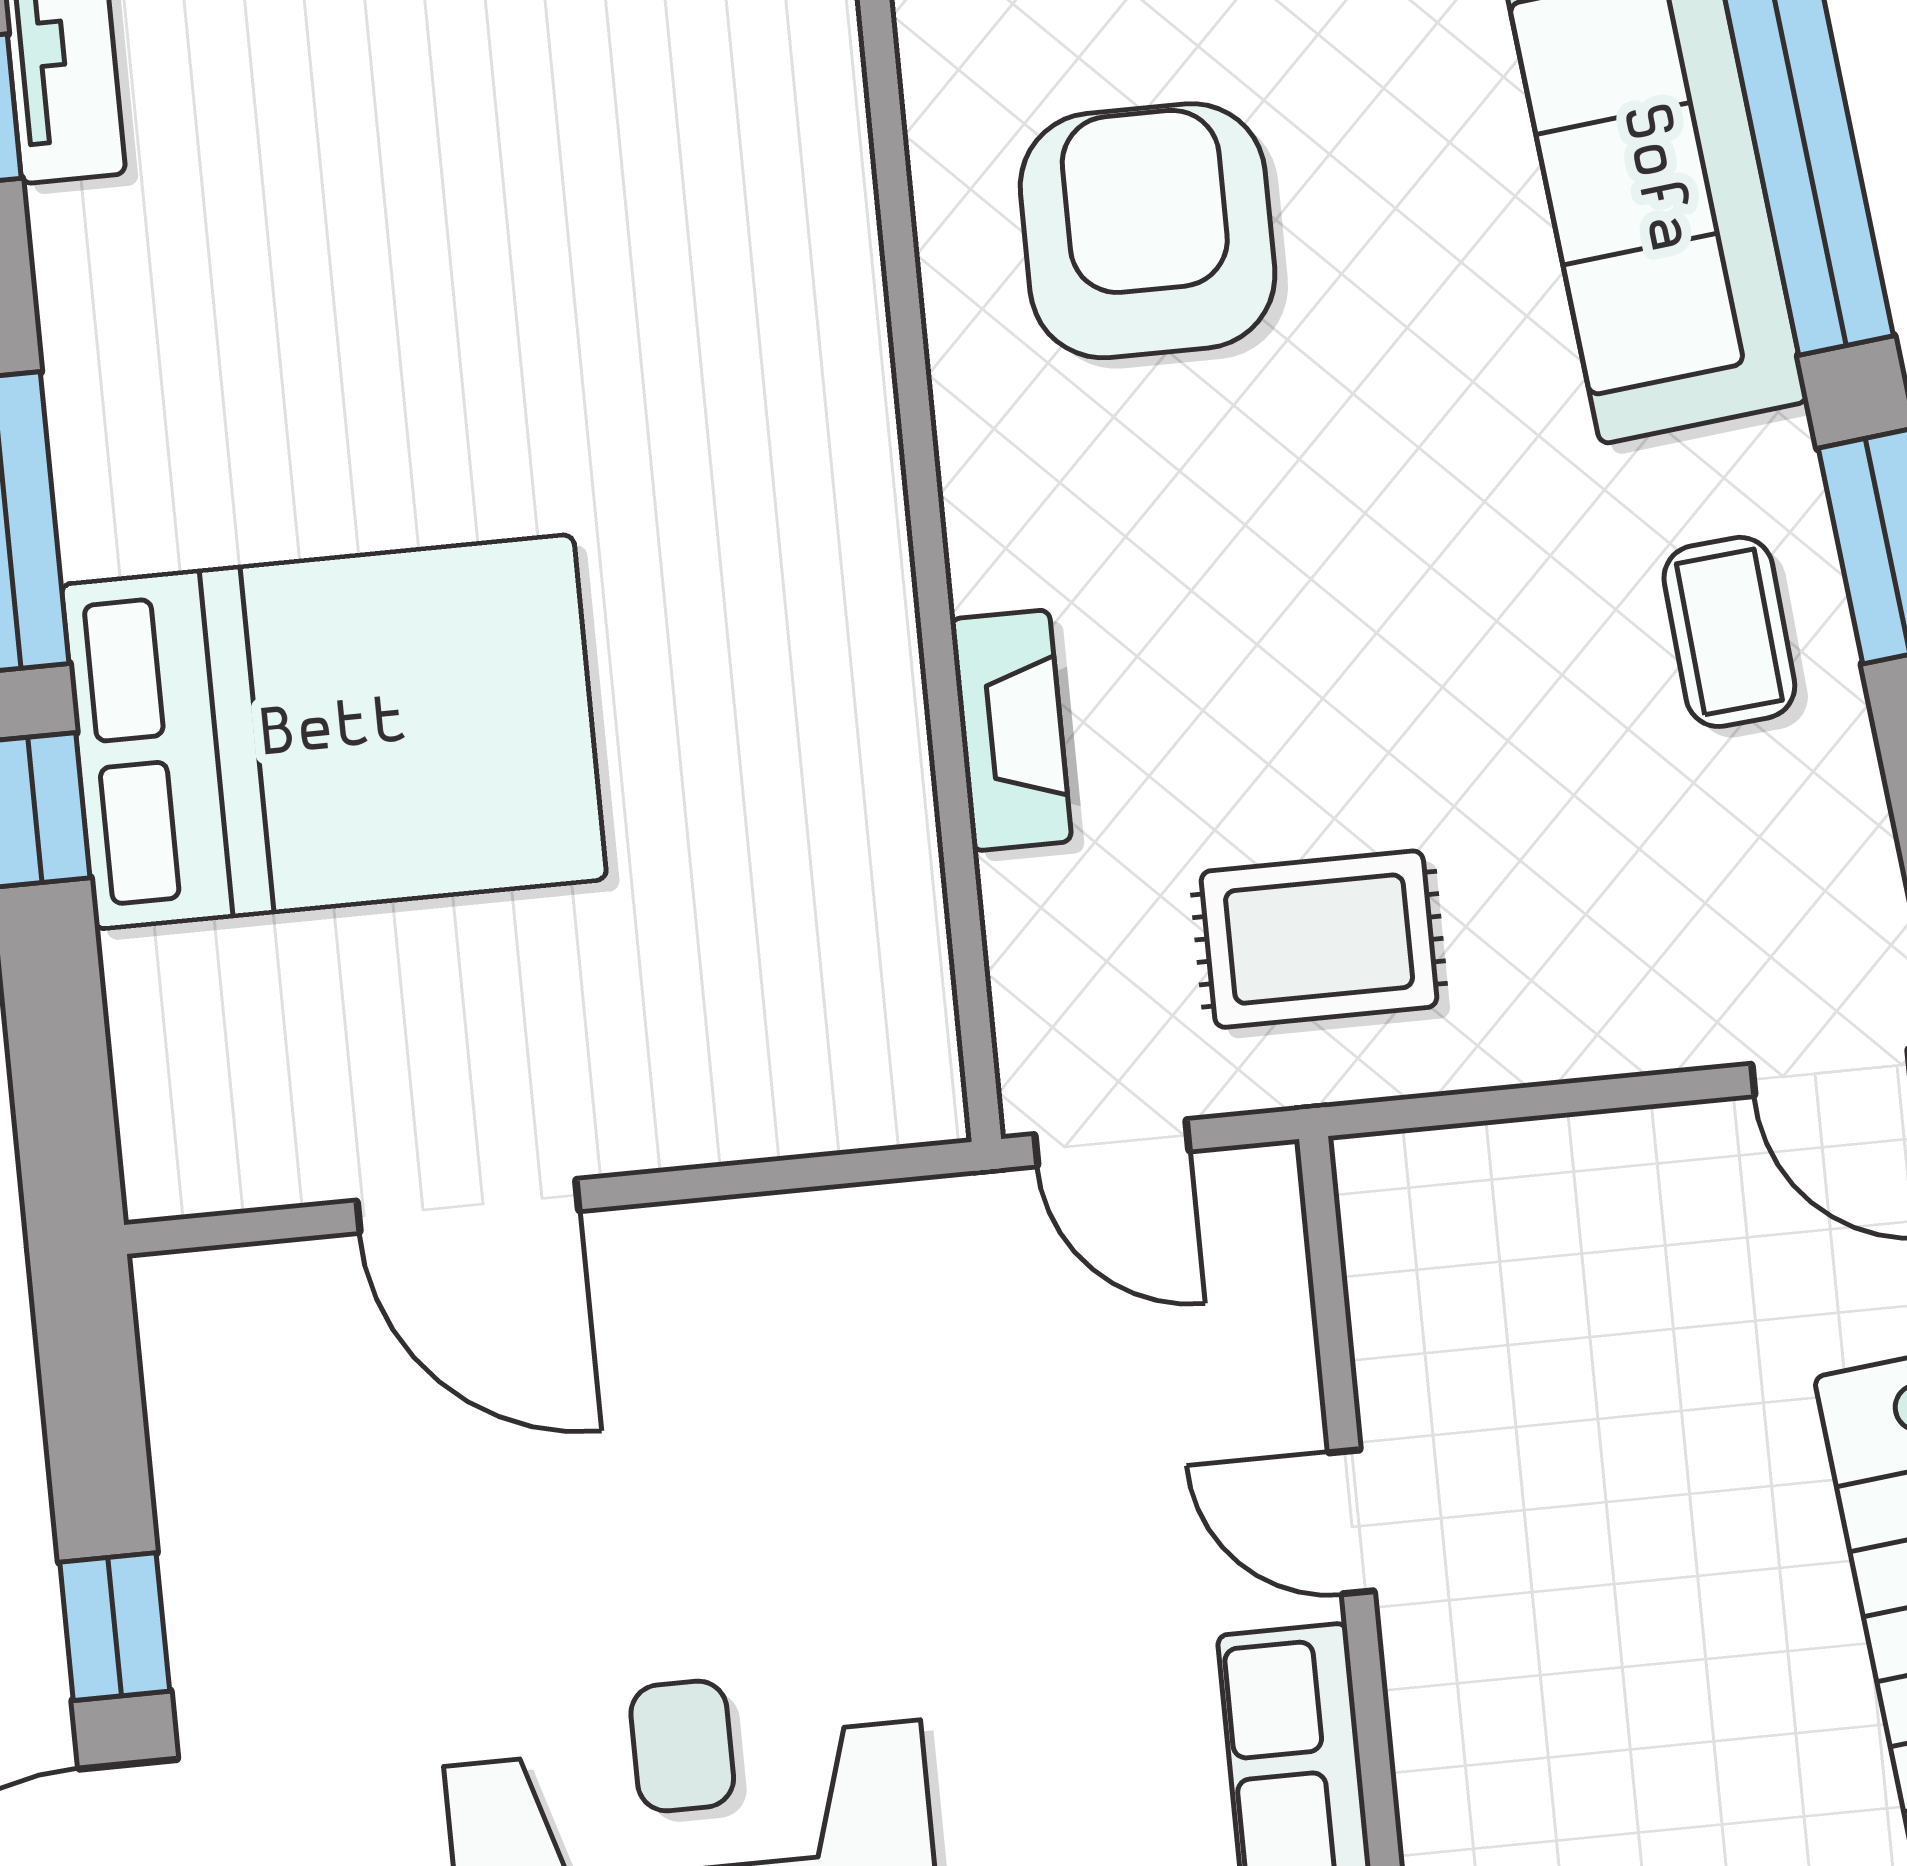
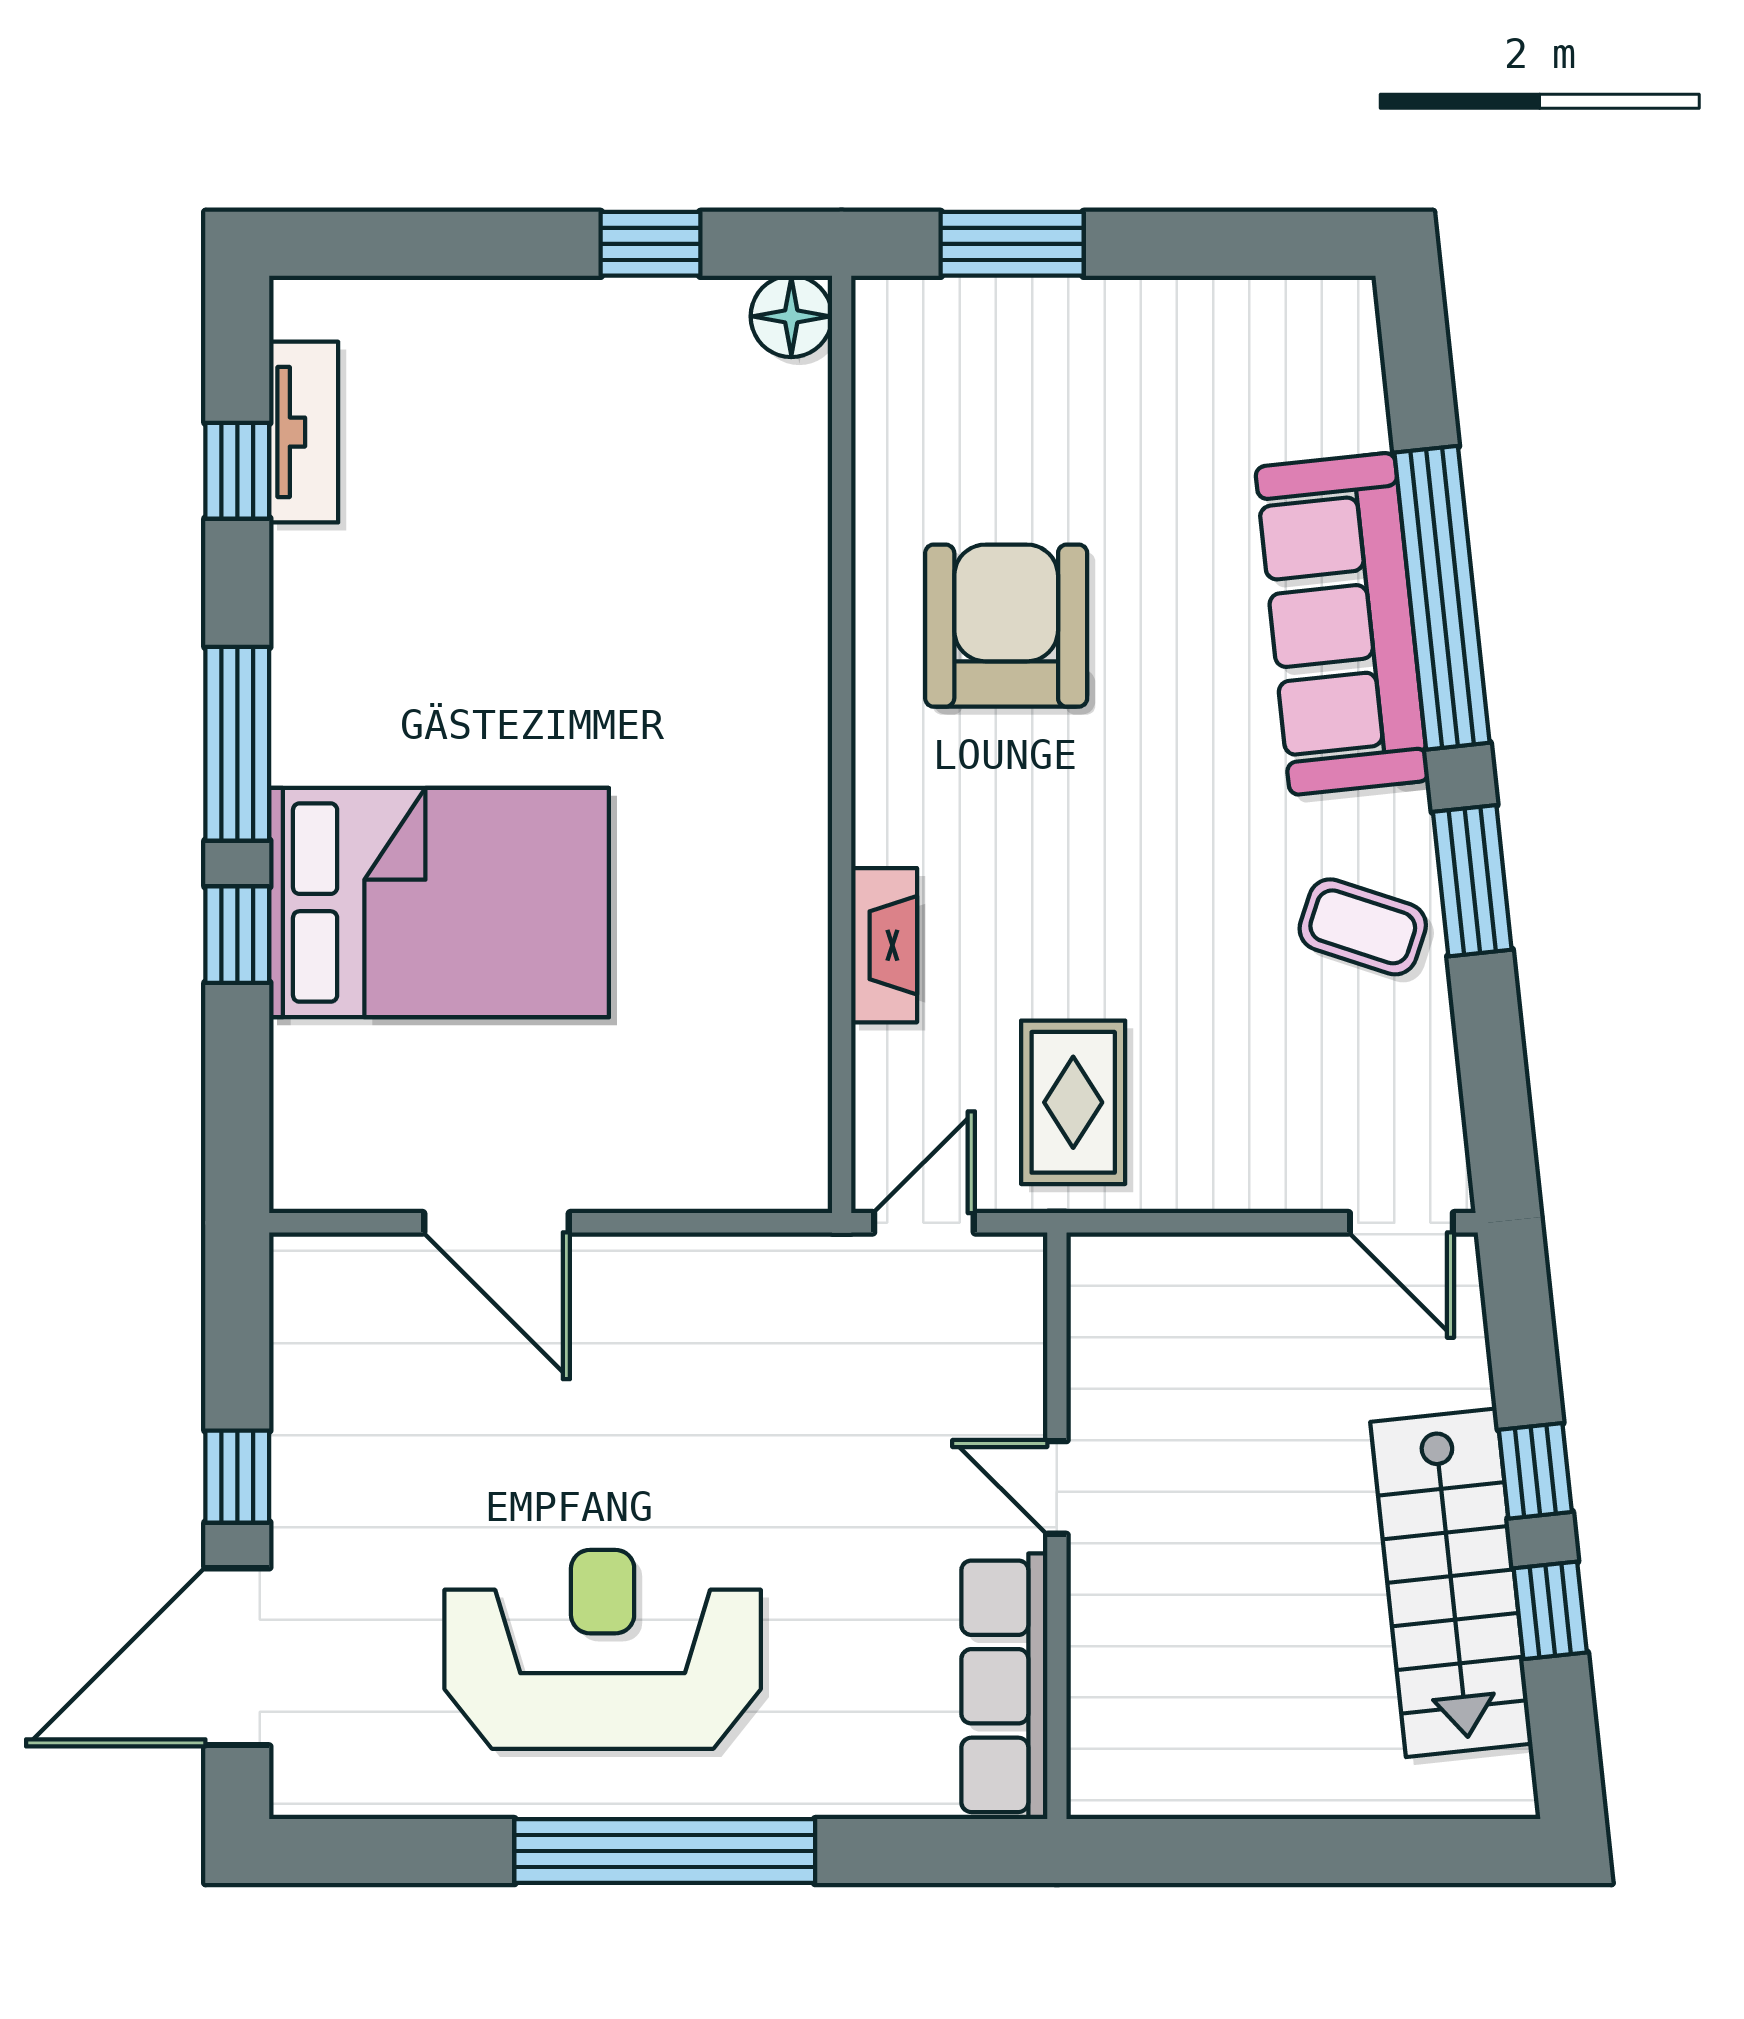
coffee table: (1729, 632) -> (1363, 927), turned -67
rug: (1319, 939) -> (1073, 1102), turned 90
door: (1112, 1143) -> (924, 1223), swing flipped

